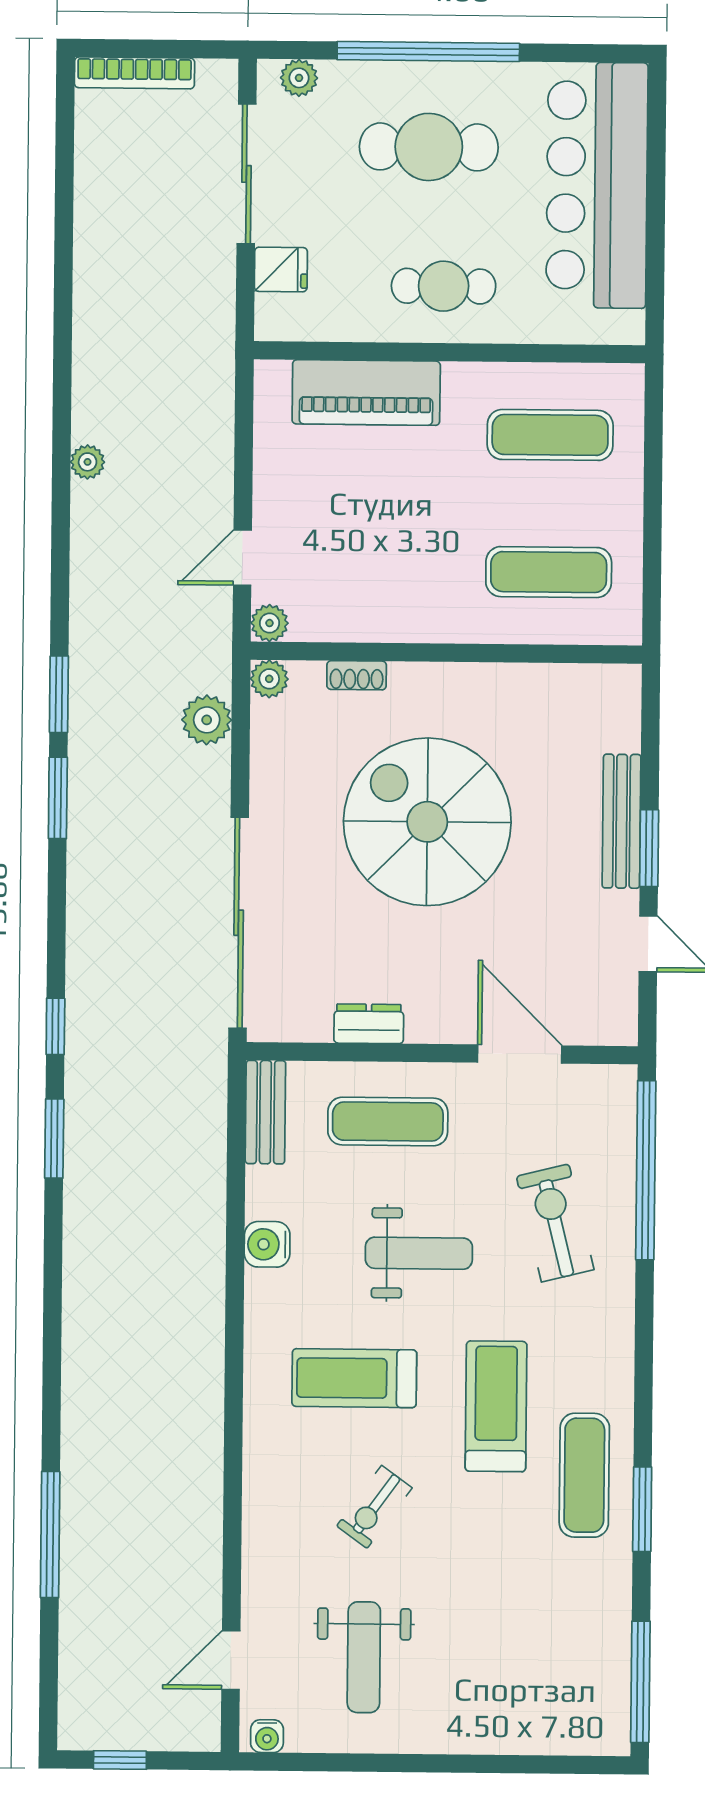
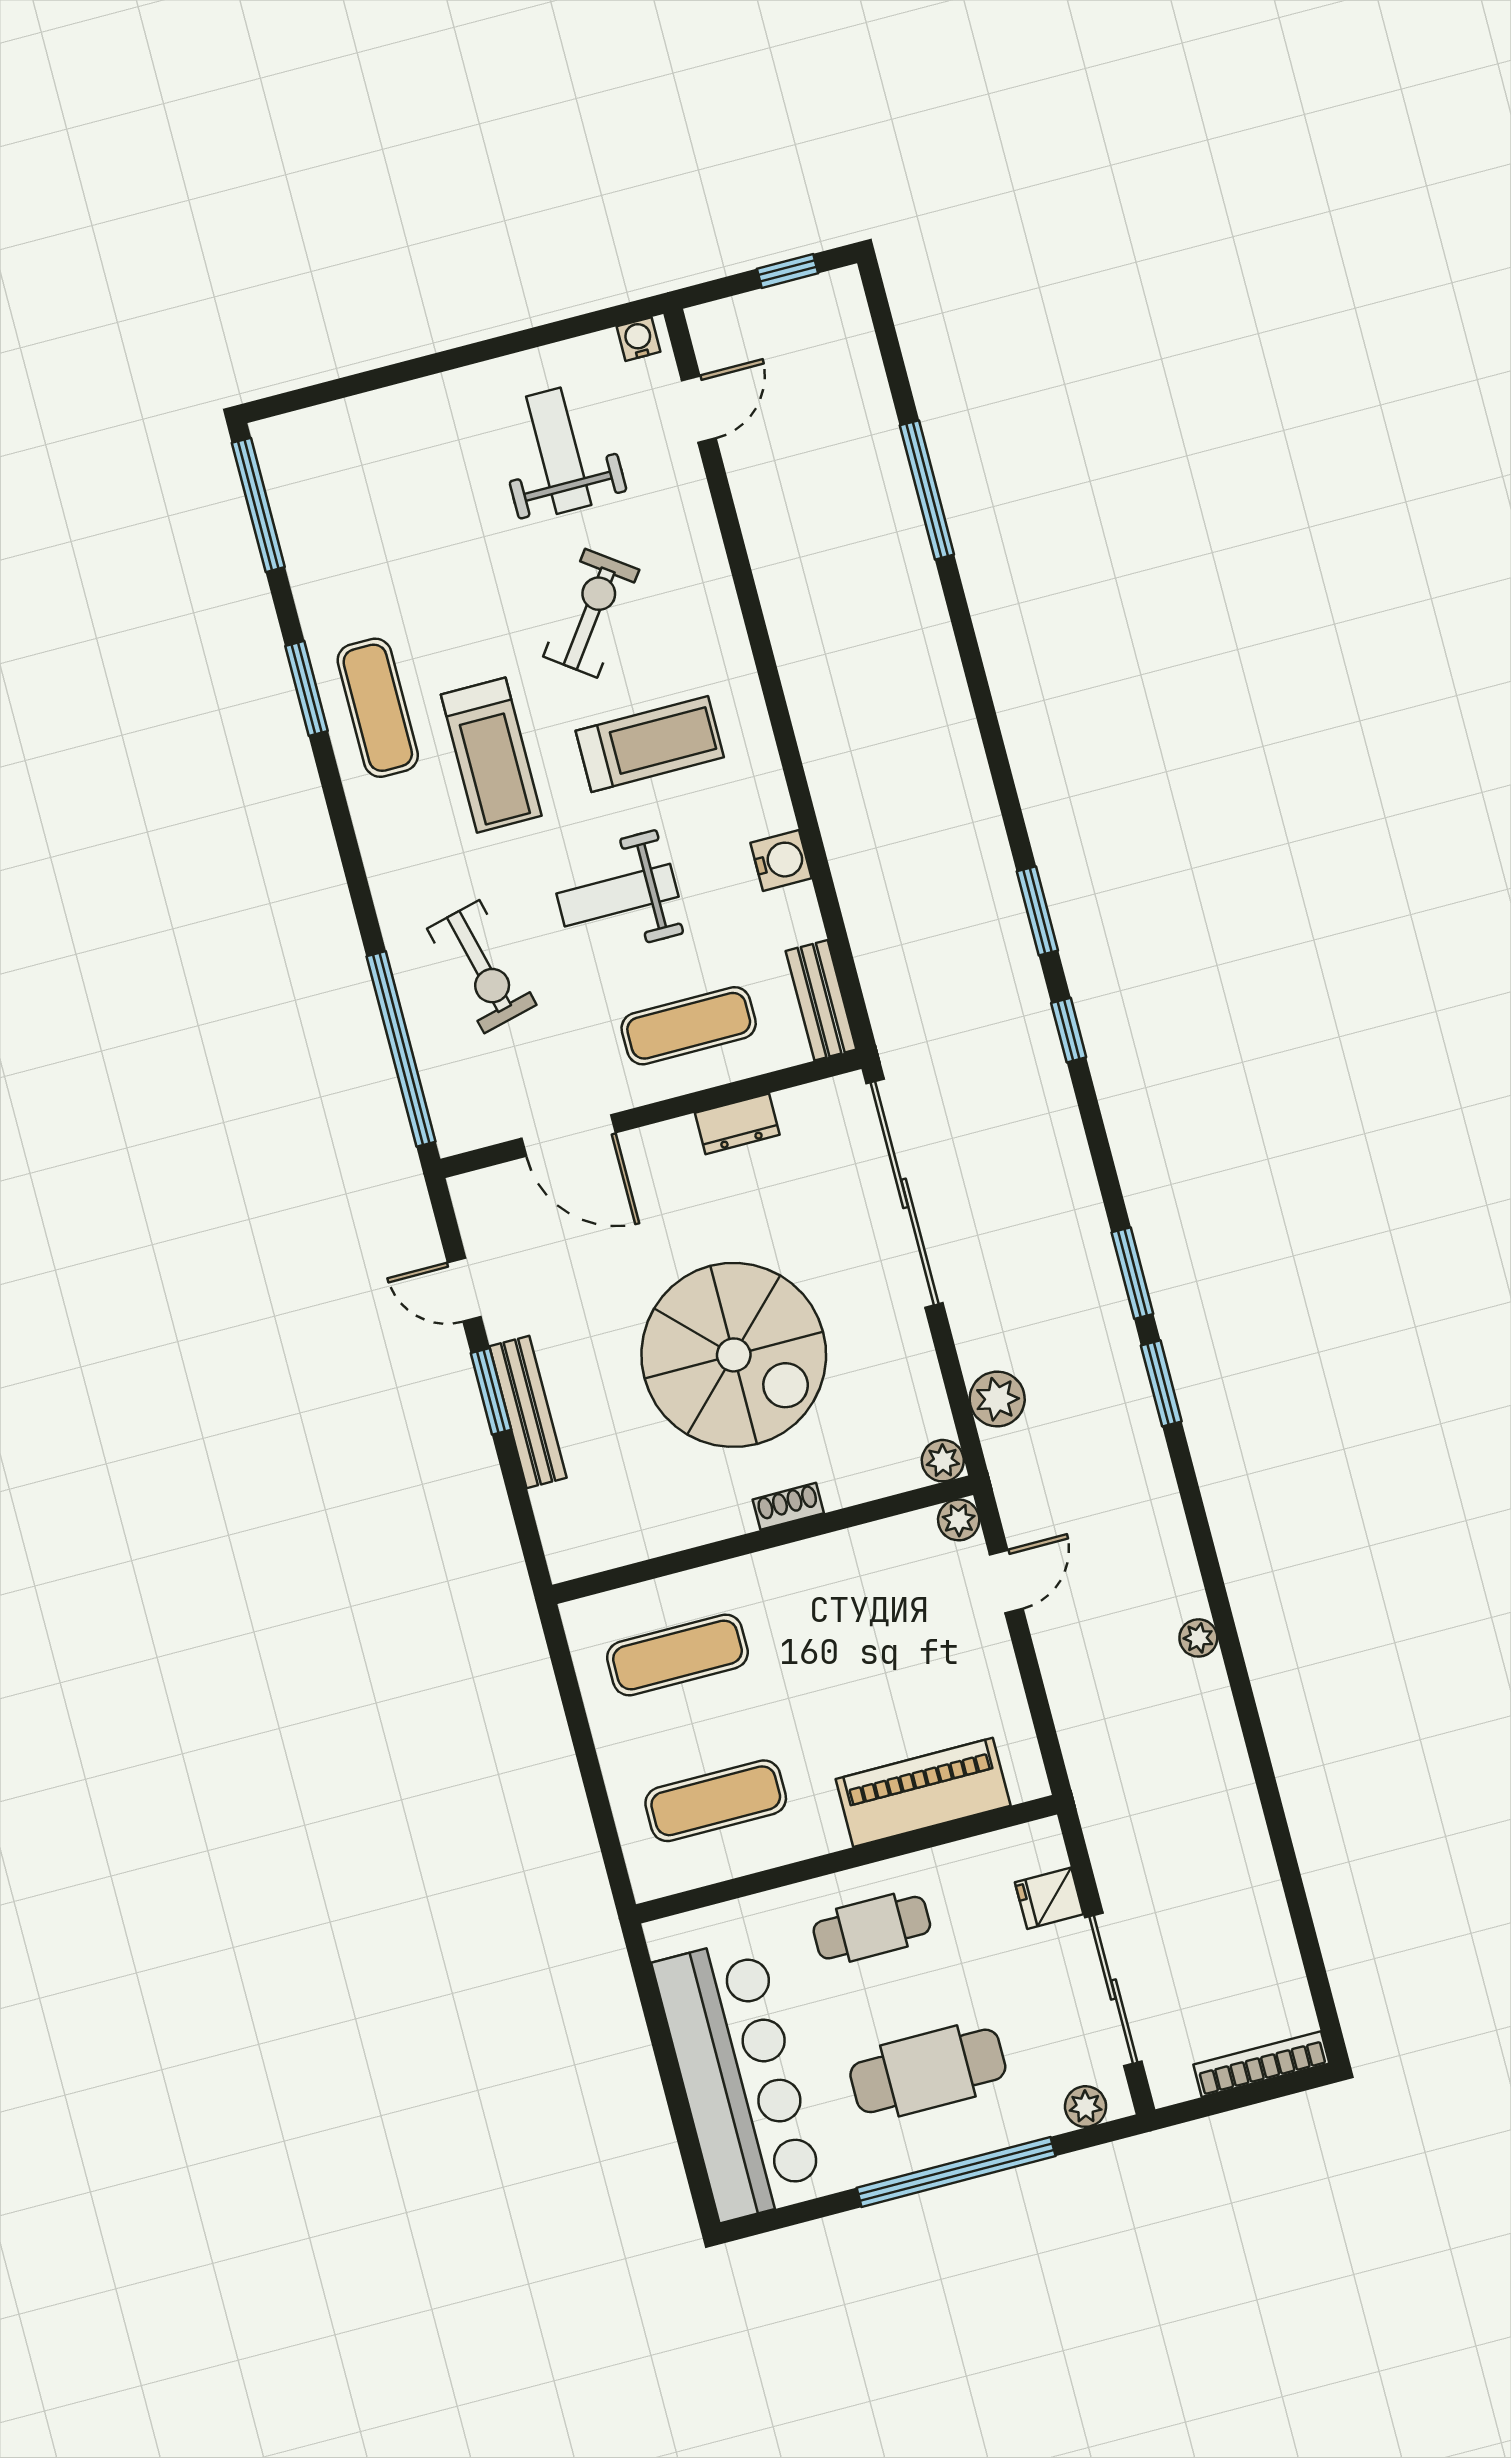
shoe rack: (357, 675) -> (788, 1506), moved
exercise bike: (374, 1507) -> (591, 613), width x1.38, depth x1.39

